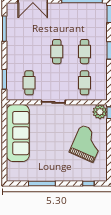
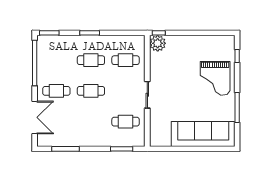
cafe table: (57, 20) -> (56, 91), added
sofa: (18, 133) -> (203, 134), moved
grand piano: (87, 144) -> (215, 78), moved, turned -114

